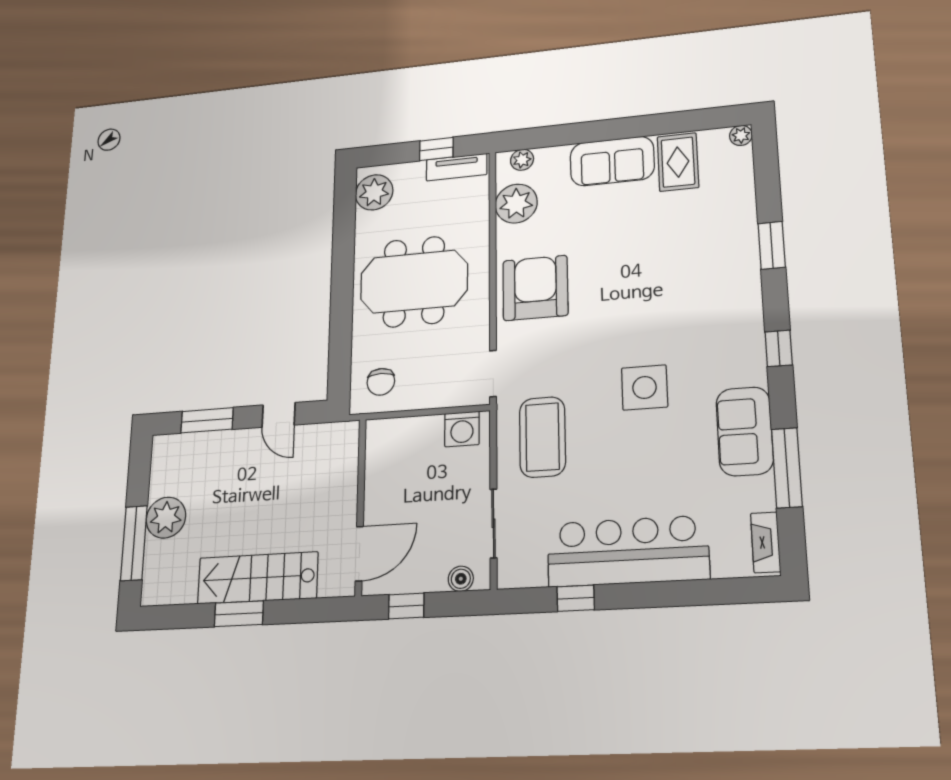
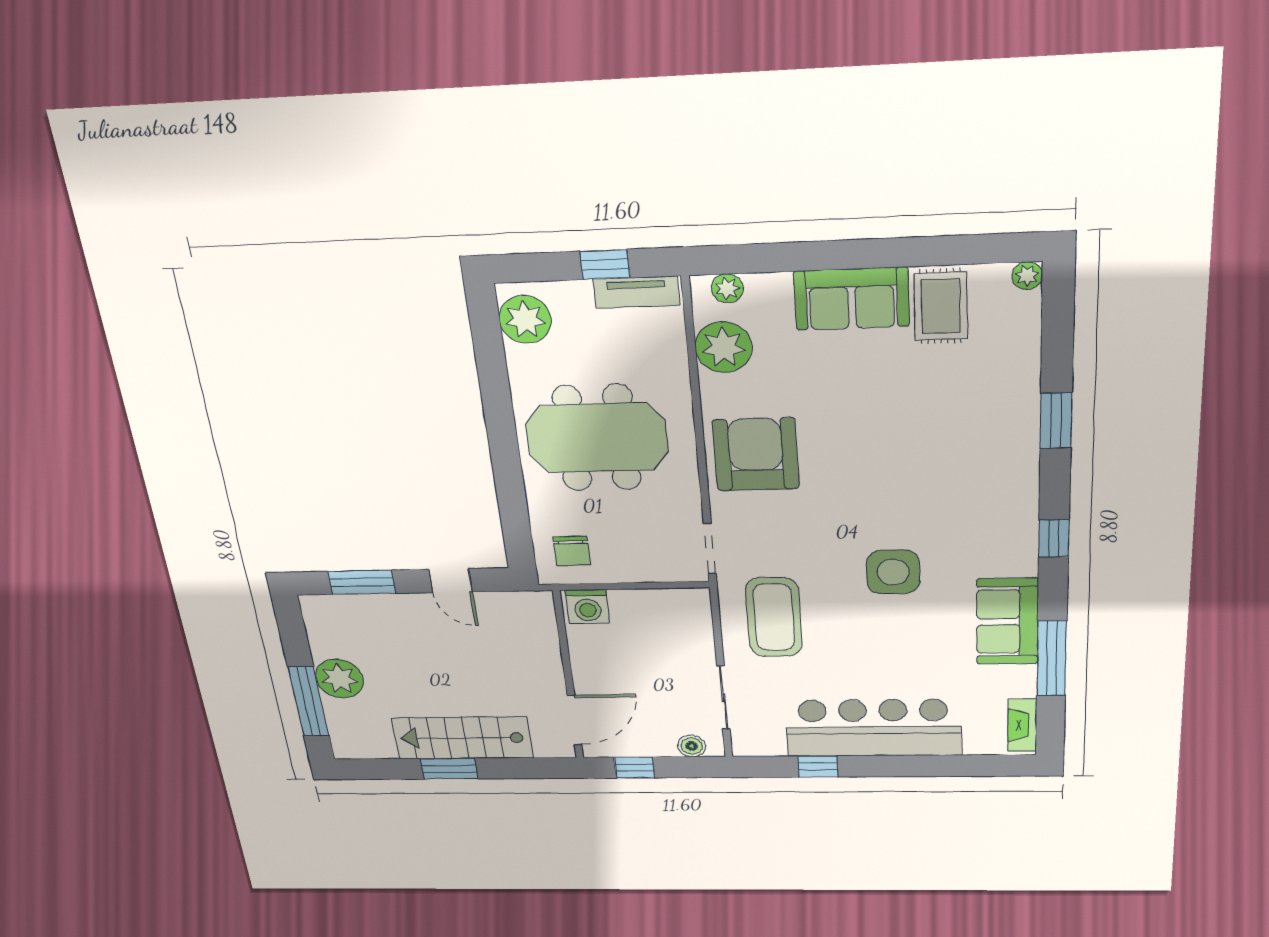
washing machine: (462, 429) -> (587, 607), moved

